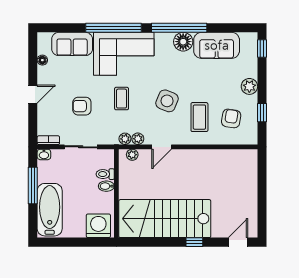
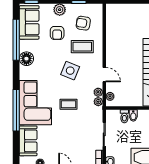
window: (179, 28) -> (16, 40), moved
sofa: (217, 45) -> (29, 22), moved
armchair: (82, 106) -> (57, 33), moved

